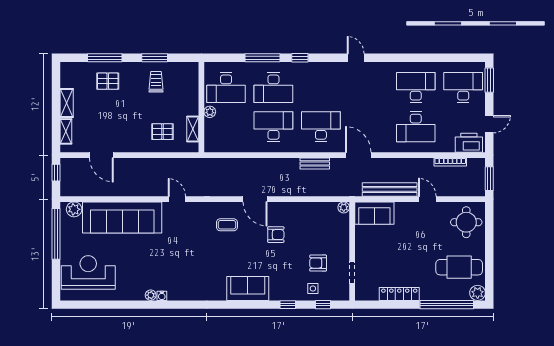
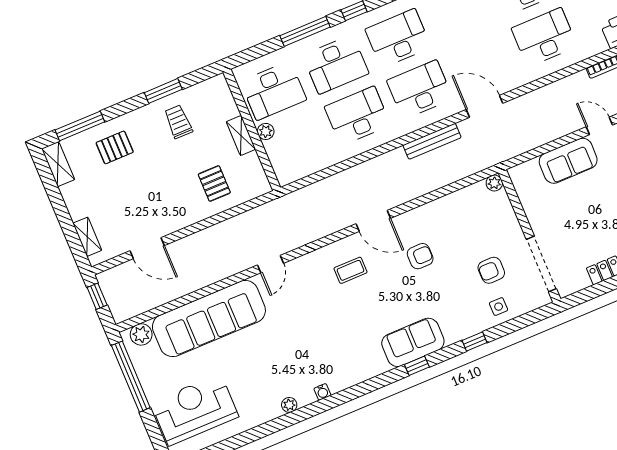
window: (105, 58) -> (80, 126), moved
desk: (321, 88) -> (398, 38), added
shelving: (67, 103) -> (58, 164), moved
desk: (416, 127) -> (544, 37), turned 180
shelving: (193, 129) -> (241, 135), moved
pallet: (162, 132) -> (214, 184), turned 90
bench: (315, 163) -> (432, 141), width x1.36
bench: (390, 189) -> (545, 134), removed
door: (177, 199) -> (270, 264), swing flipped
sofa: (374, 213) -> (568, 161), moved
doorway: (352, 273) -> (541, 264), width x1.87
water cooler: (162, 296) -> (322, 392), moved
window: (323, 305) -> (417, 366), moved

